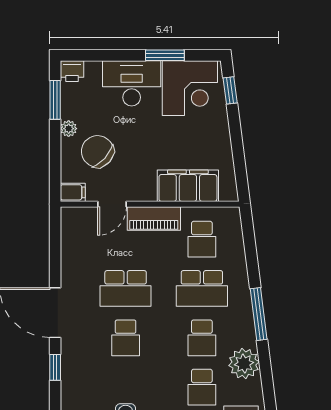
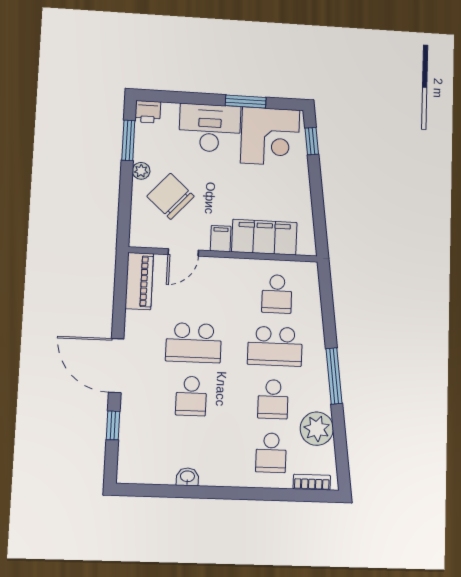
filing cabinet: (73, 192) -> (221, 239), moved, turned -90
piano: (154, 219) -> (139, 281), moved, turned -90

